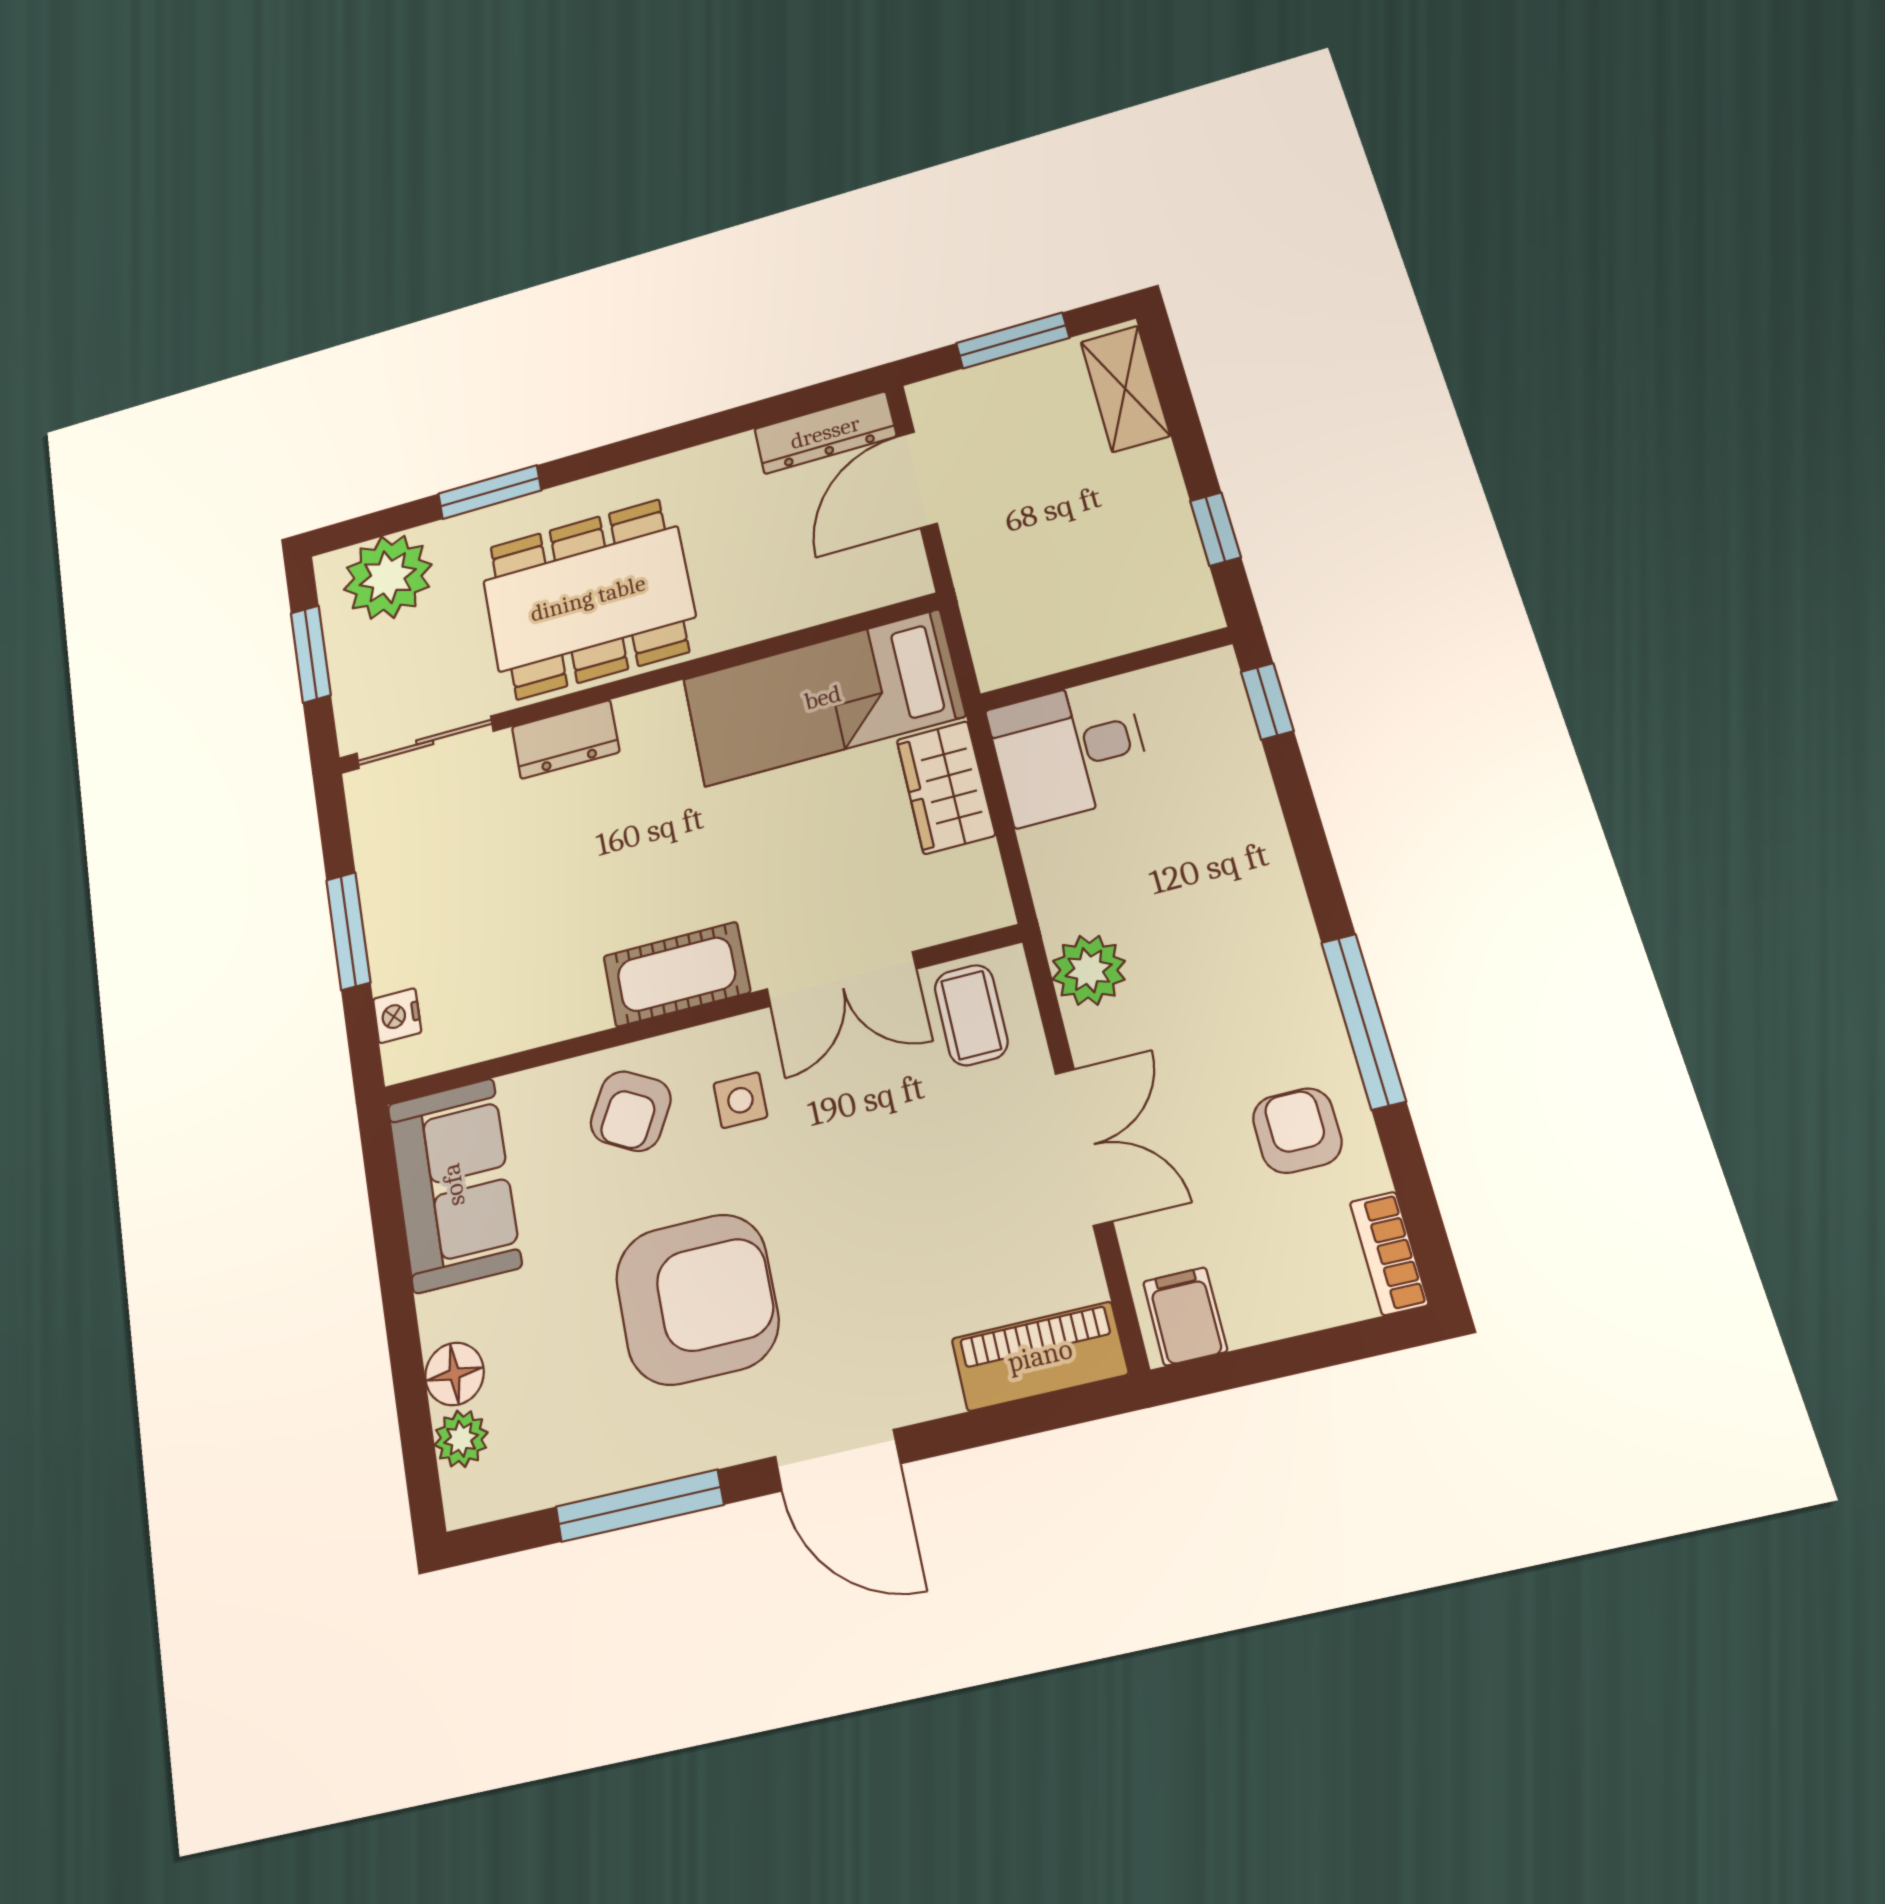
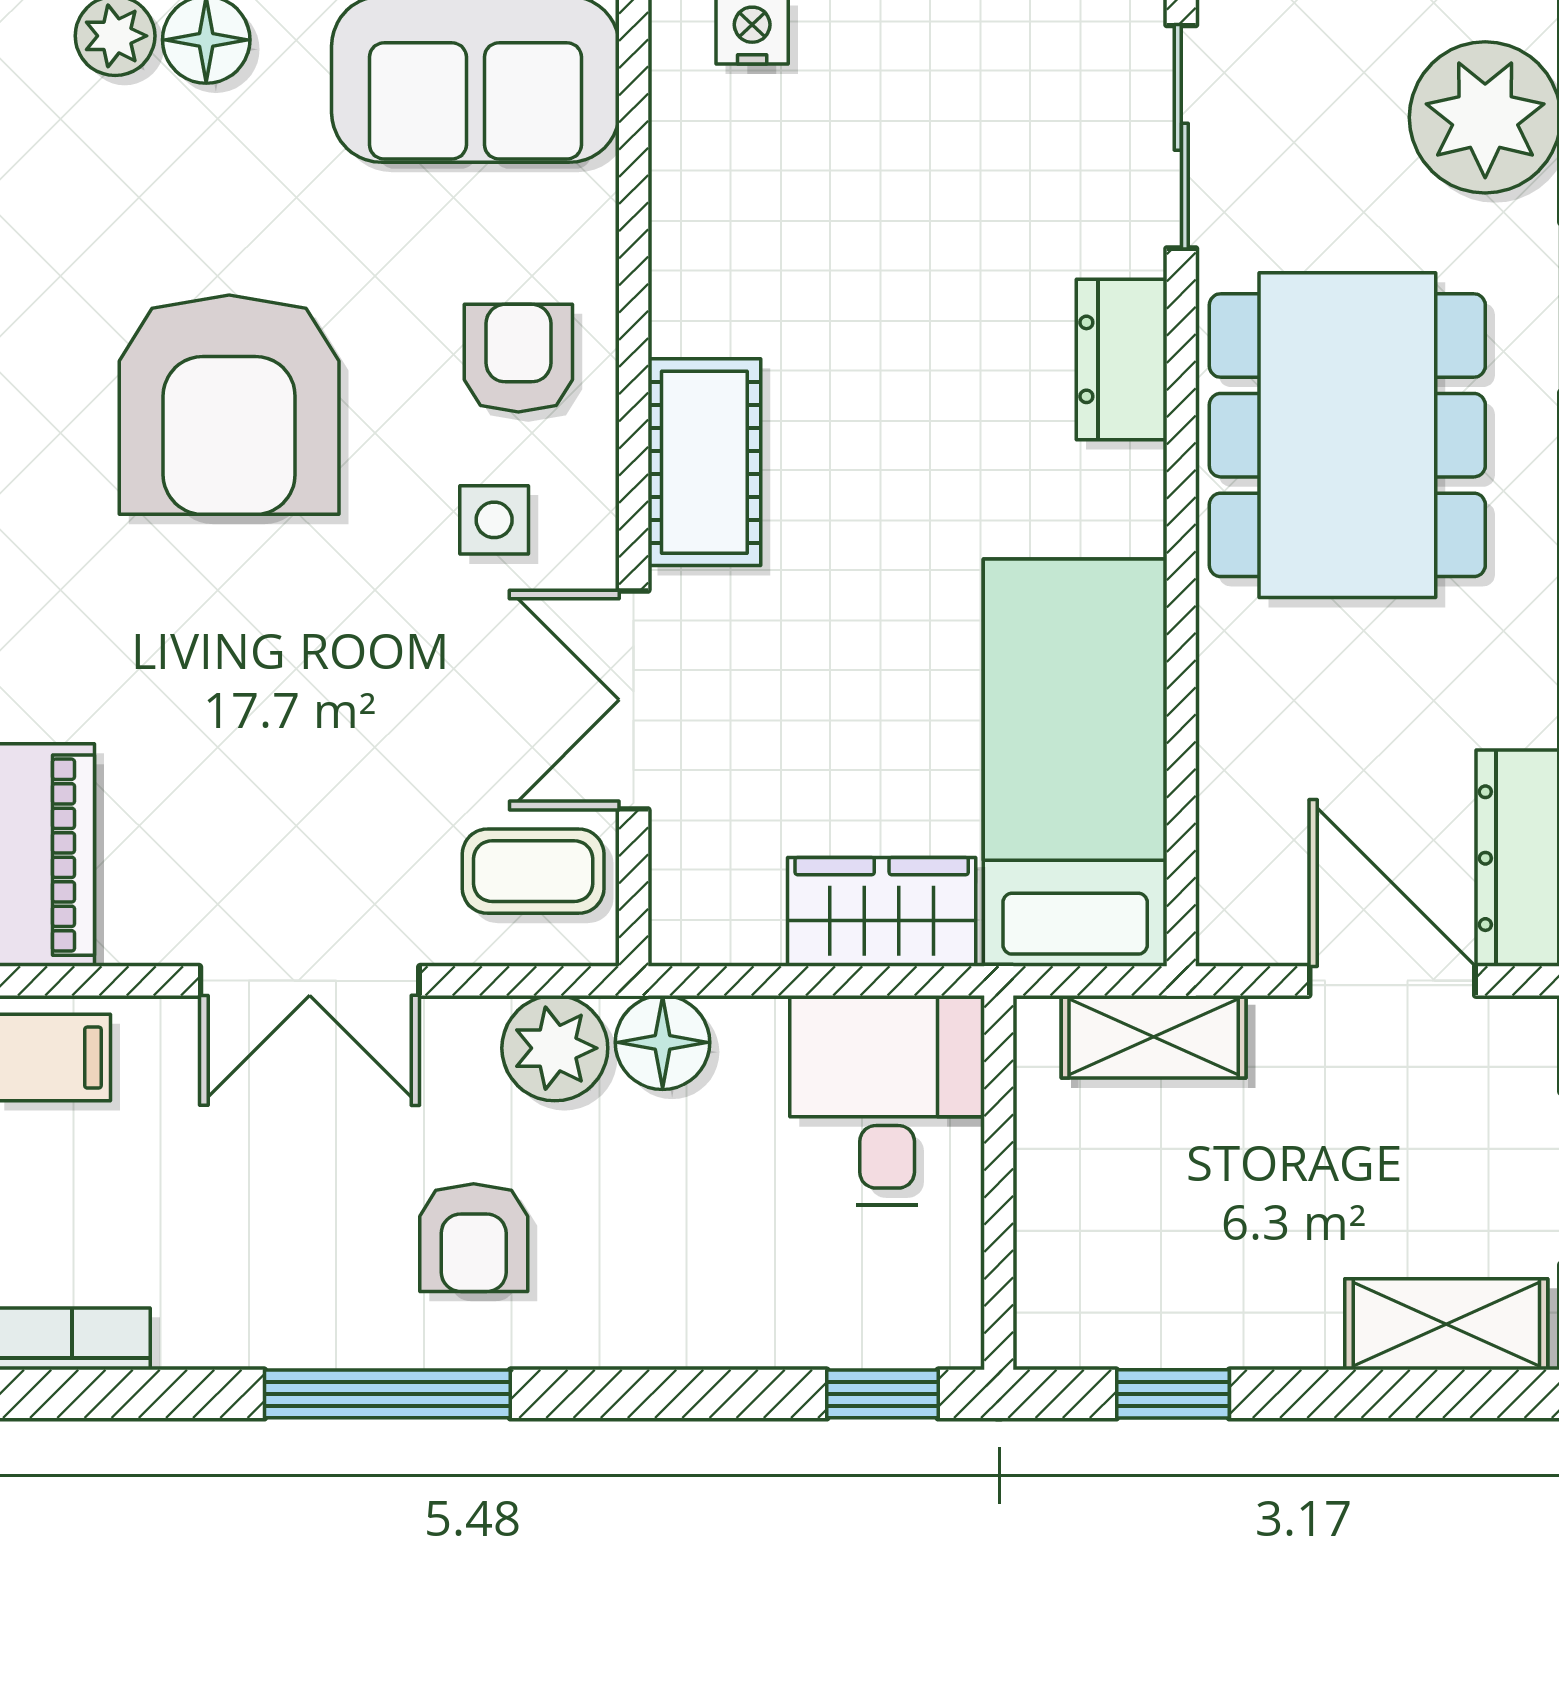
shelving: (987, 604) -> (1154, 1037), added
floor lamp: (1067, 901) -> (663, 1042), added
armchair: (631, 1111) -> (518, 358), turned 61
armchair: (1297, 1131) -> (474, 1238), moved, turned 90

